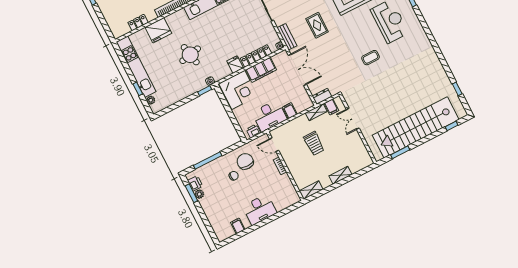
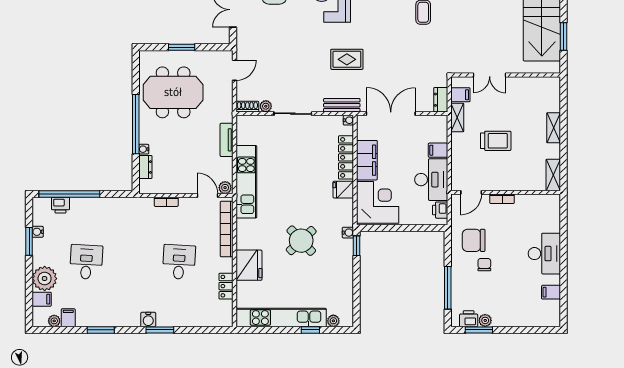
round table: (190, 55) -> (301, 241), turned -31

